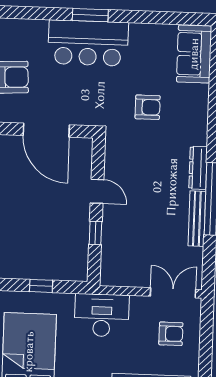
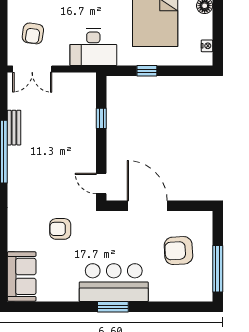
dresser: (198, 168) -> (15, 178), removed
door: (97, 191) -> (101, 184), moved
bench: (197, 219) -> (14, 128), width x0.73
armchair: (171, 334) -> (33, 33), turned -82

